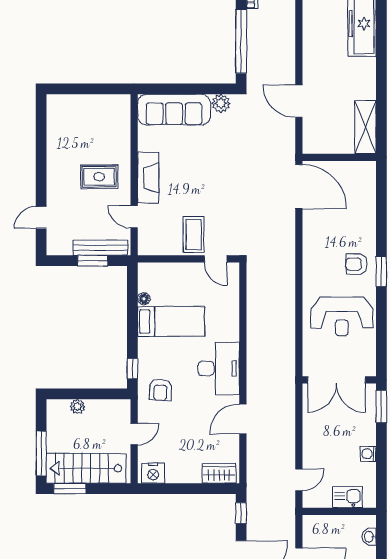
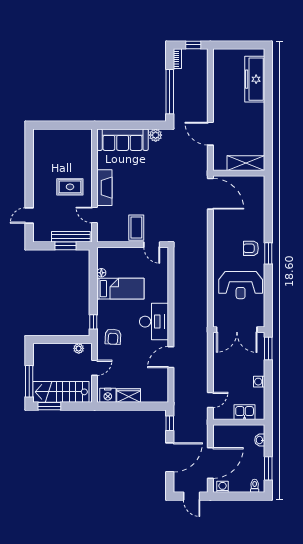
shelving: (365, 127) -> (246, 163), moved, turned 90
plant: (77, 407) -> (79, 348), moved
wardrobe: (219, 474) -> (129, 396), moved

